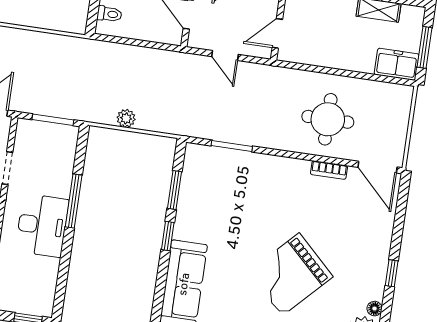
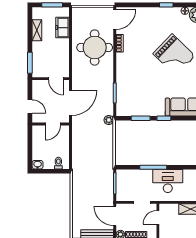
door: (225, 56) -> (71, 103), width x1.87
freezer: (397, 64) -> (63, 28), moved
plant: (126, 118) -> (109, 120), moved
round table: (328, 119) -> (95, 48), width x1.36, depth x1.36

